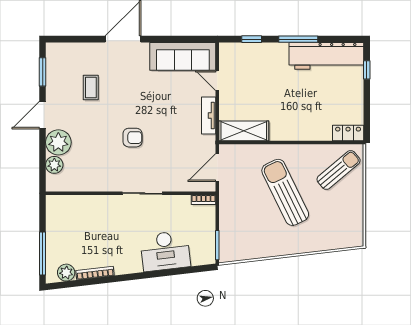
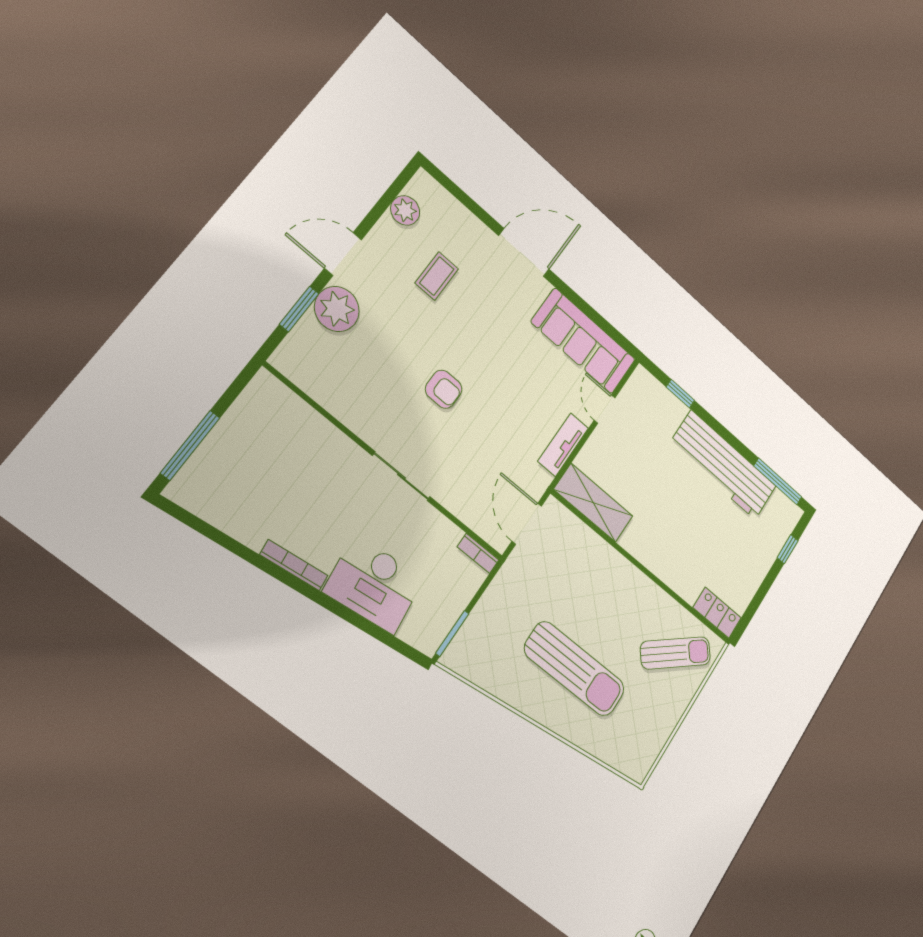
window: (298, 39) -> (778, 481), moved
workbench: (326, 56) -> (723, 465), moved
window: (43, 72) -> (299, 309), moved
plant: (54, 165) -> (405, 210), moved
door: (217, 168) -> (527, 524), hinge flipped
sun lounger: (285, 192) -> (575, 669), moved, turned 116
plant: (66, 273) -> (204, 502), removed
bookcase: (95, 273) -> (294, 565), moved

